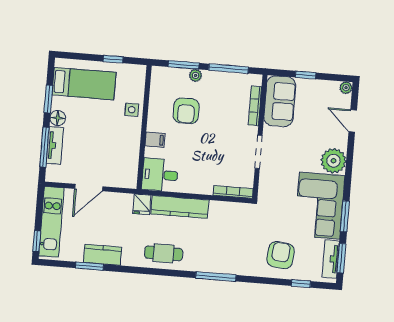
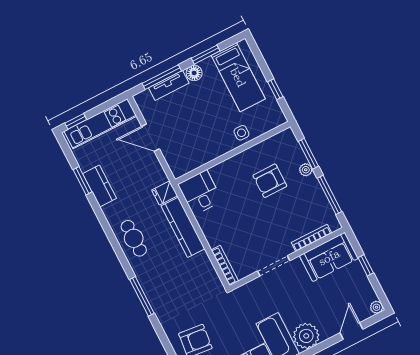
filing cabinet: (155, 140) -> (228, 169), removed

